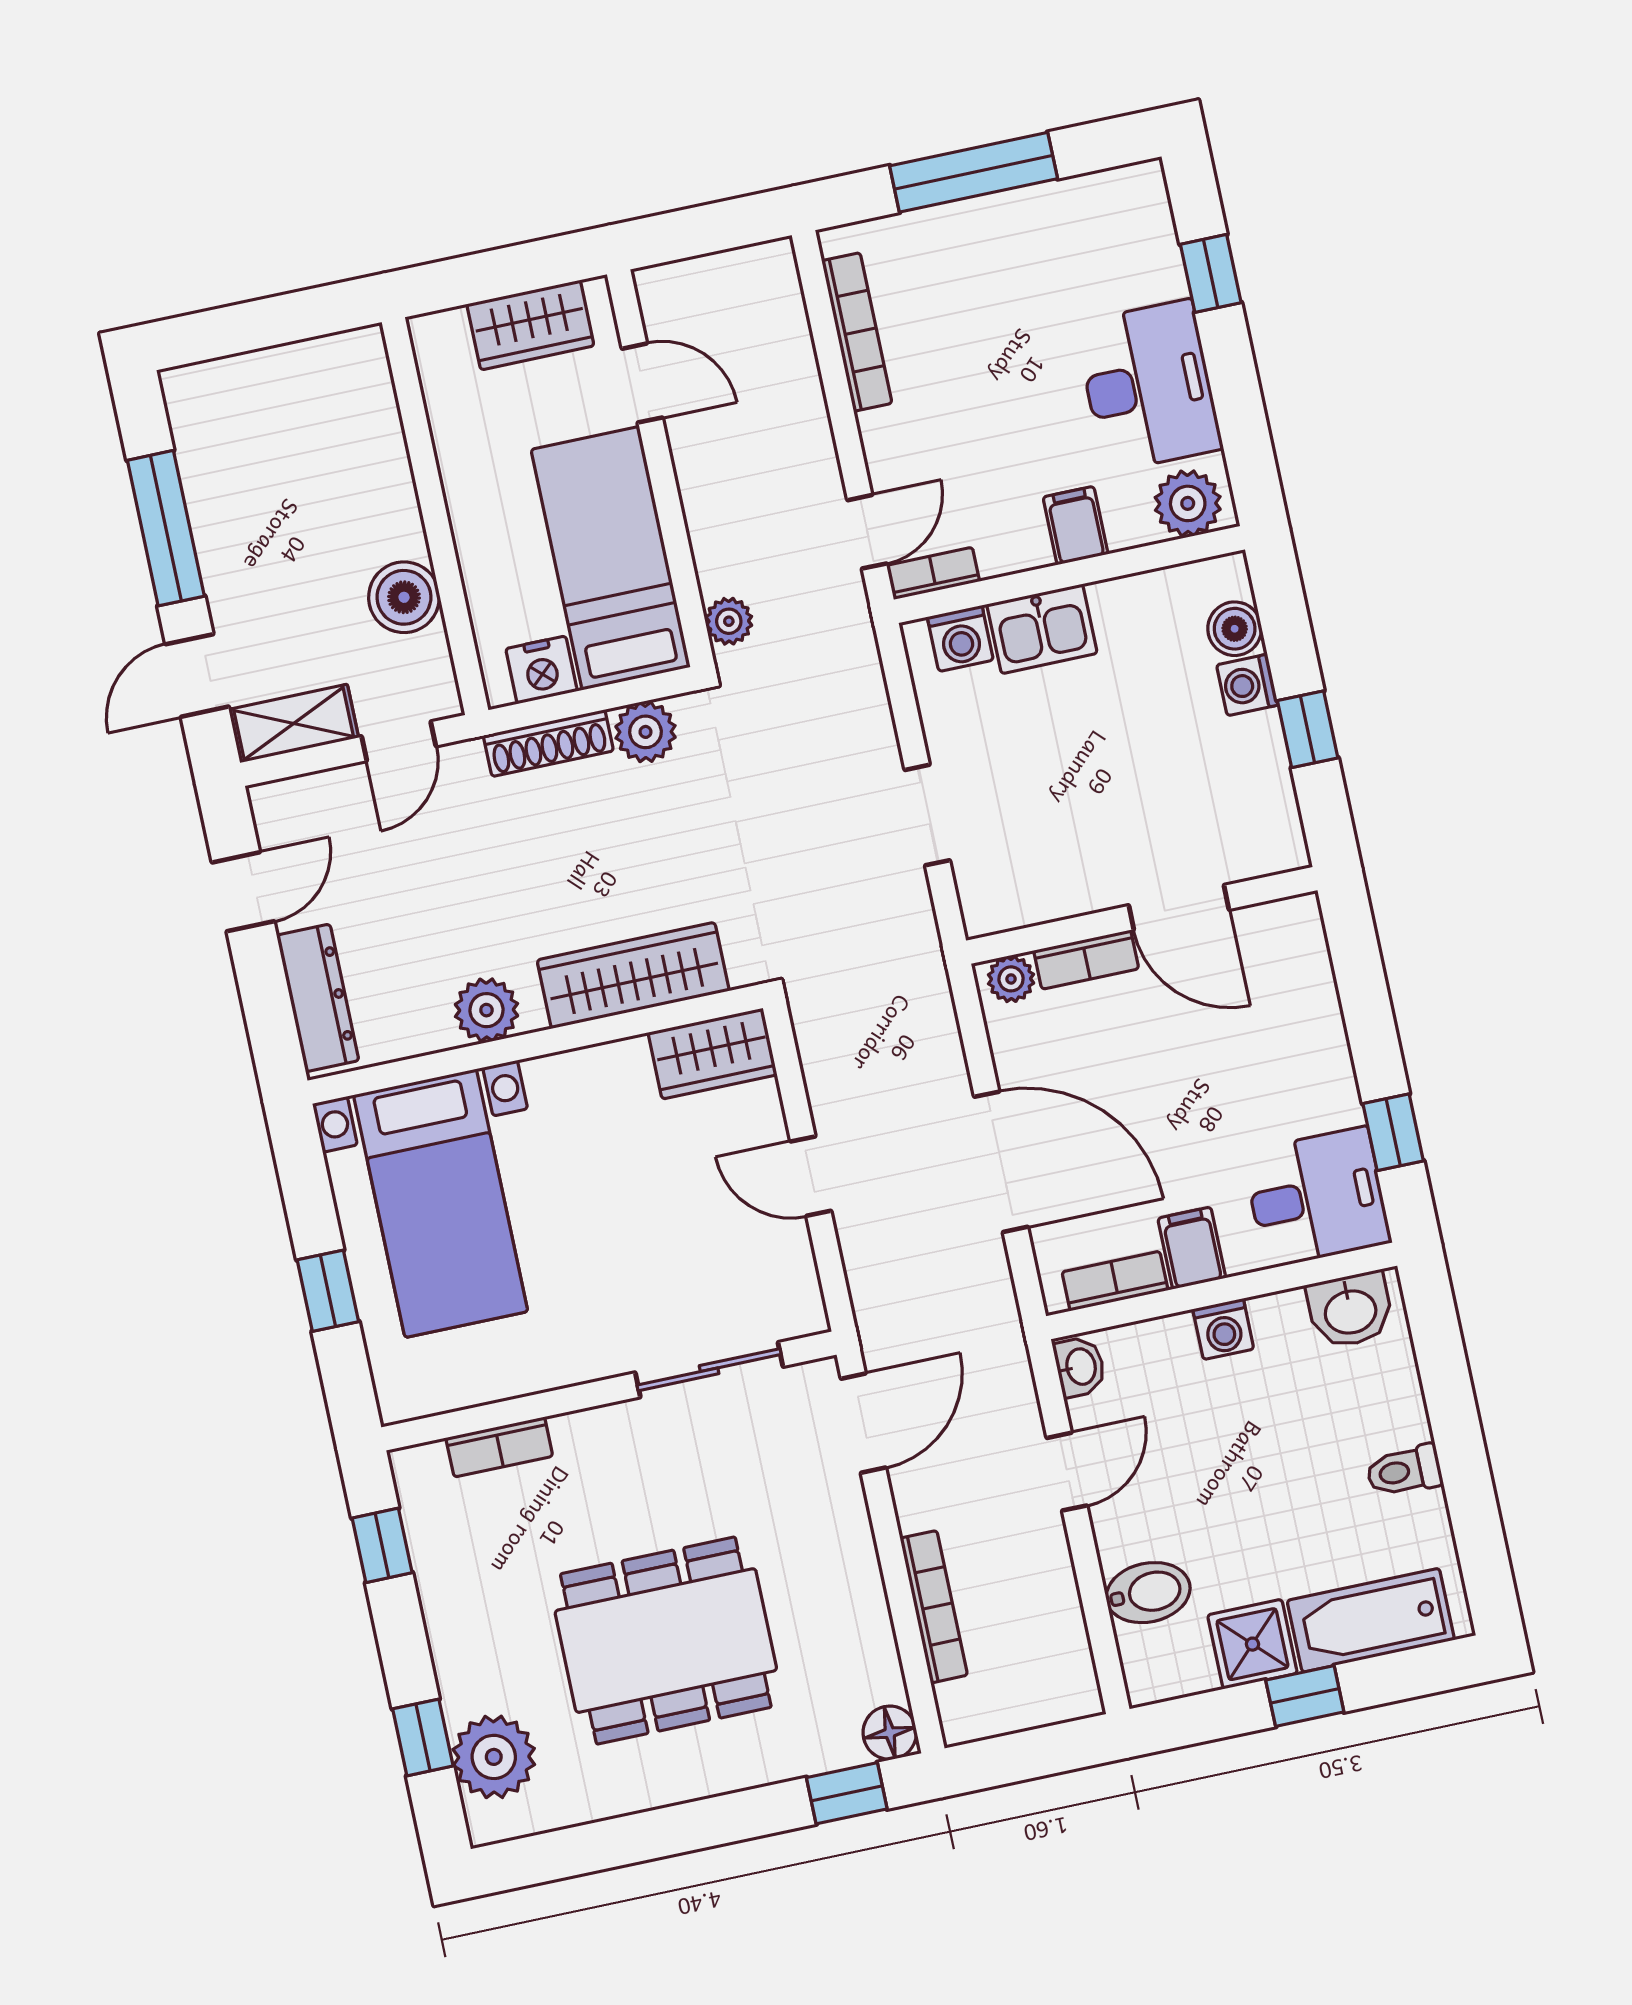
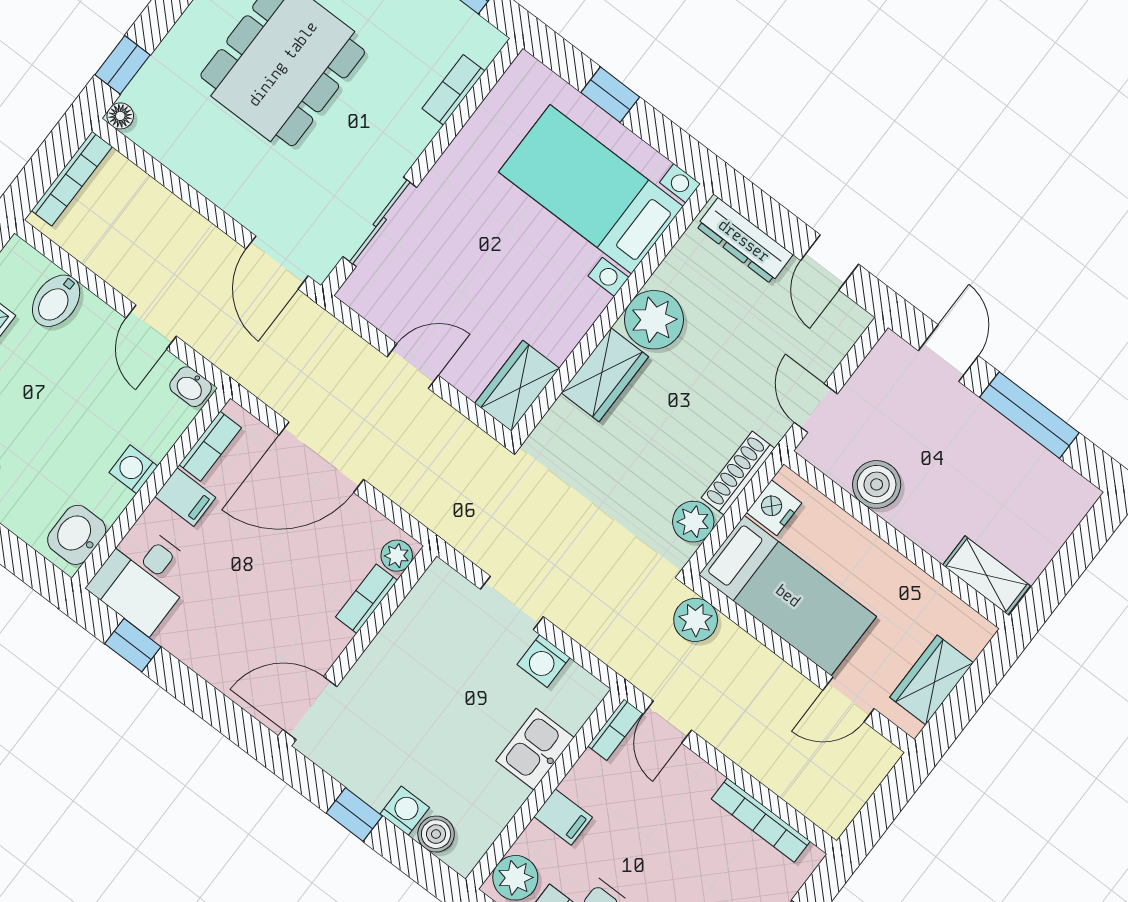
plant: (729, 621) -> (696, 620), width x1.38, depth x1.38
washing machine: (960, 638) -> (543, 661), moved, turned -90
shelving: (294, 724) -> (986, 575), moved, turned 90
door: (1179, 908) -> (310, 708), moved
wardrobe: (633, 975) -> (605, 375), width x0.67
plant: (486, 1010) -> (654, 320), width x1.36, depth x1.36
bookcase: (934, 1607) -> (72, 179), moved, turned -90
floor lamp: (890, 1733) -> (120, 116), width x0.73, depth x0.73

